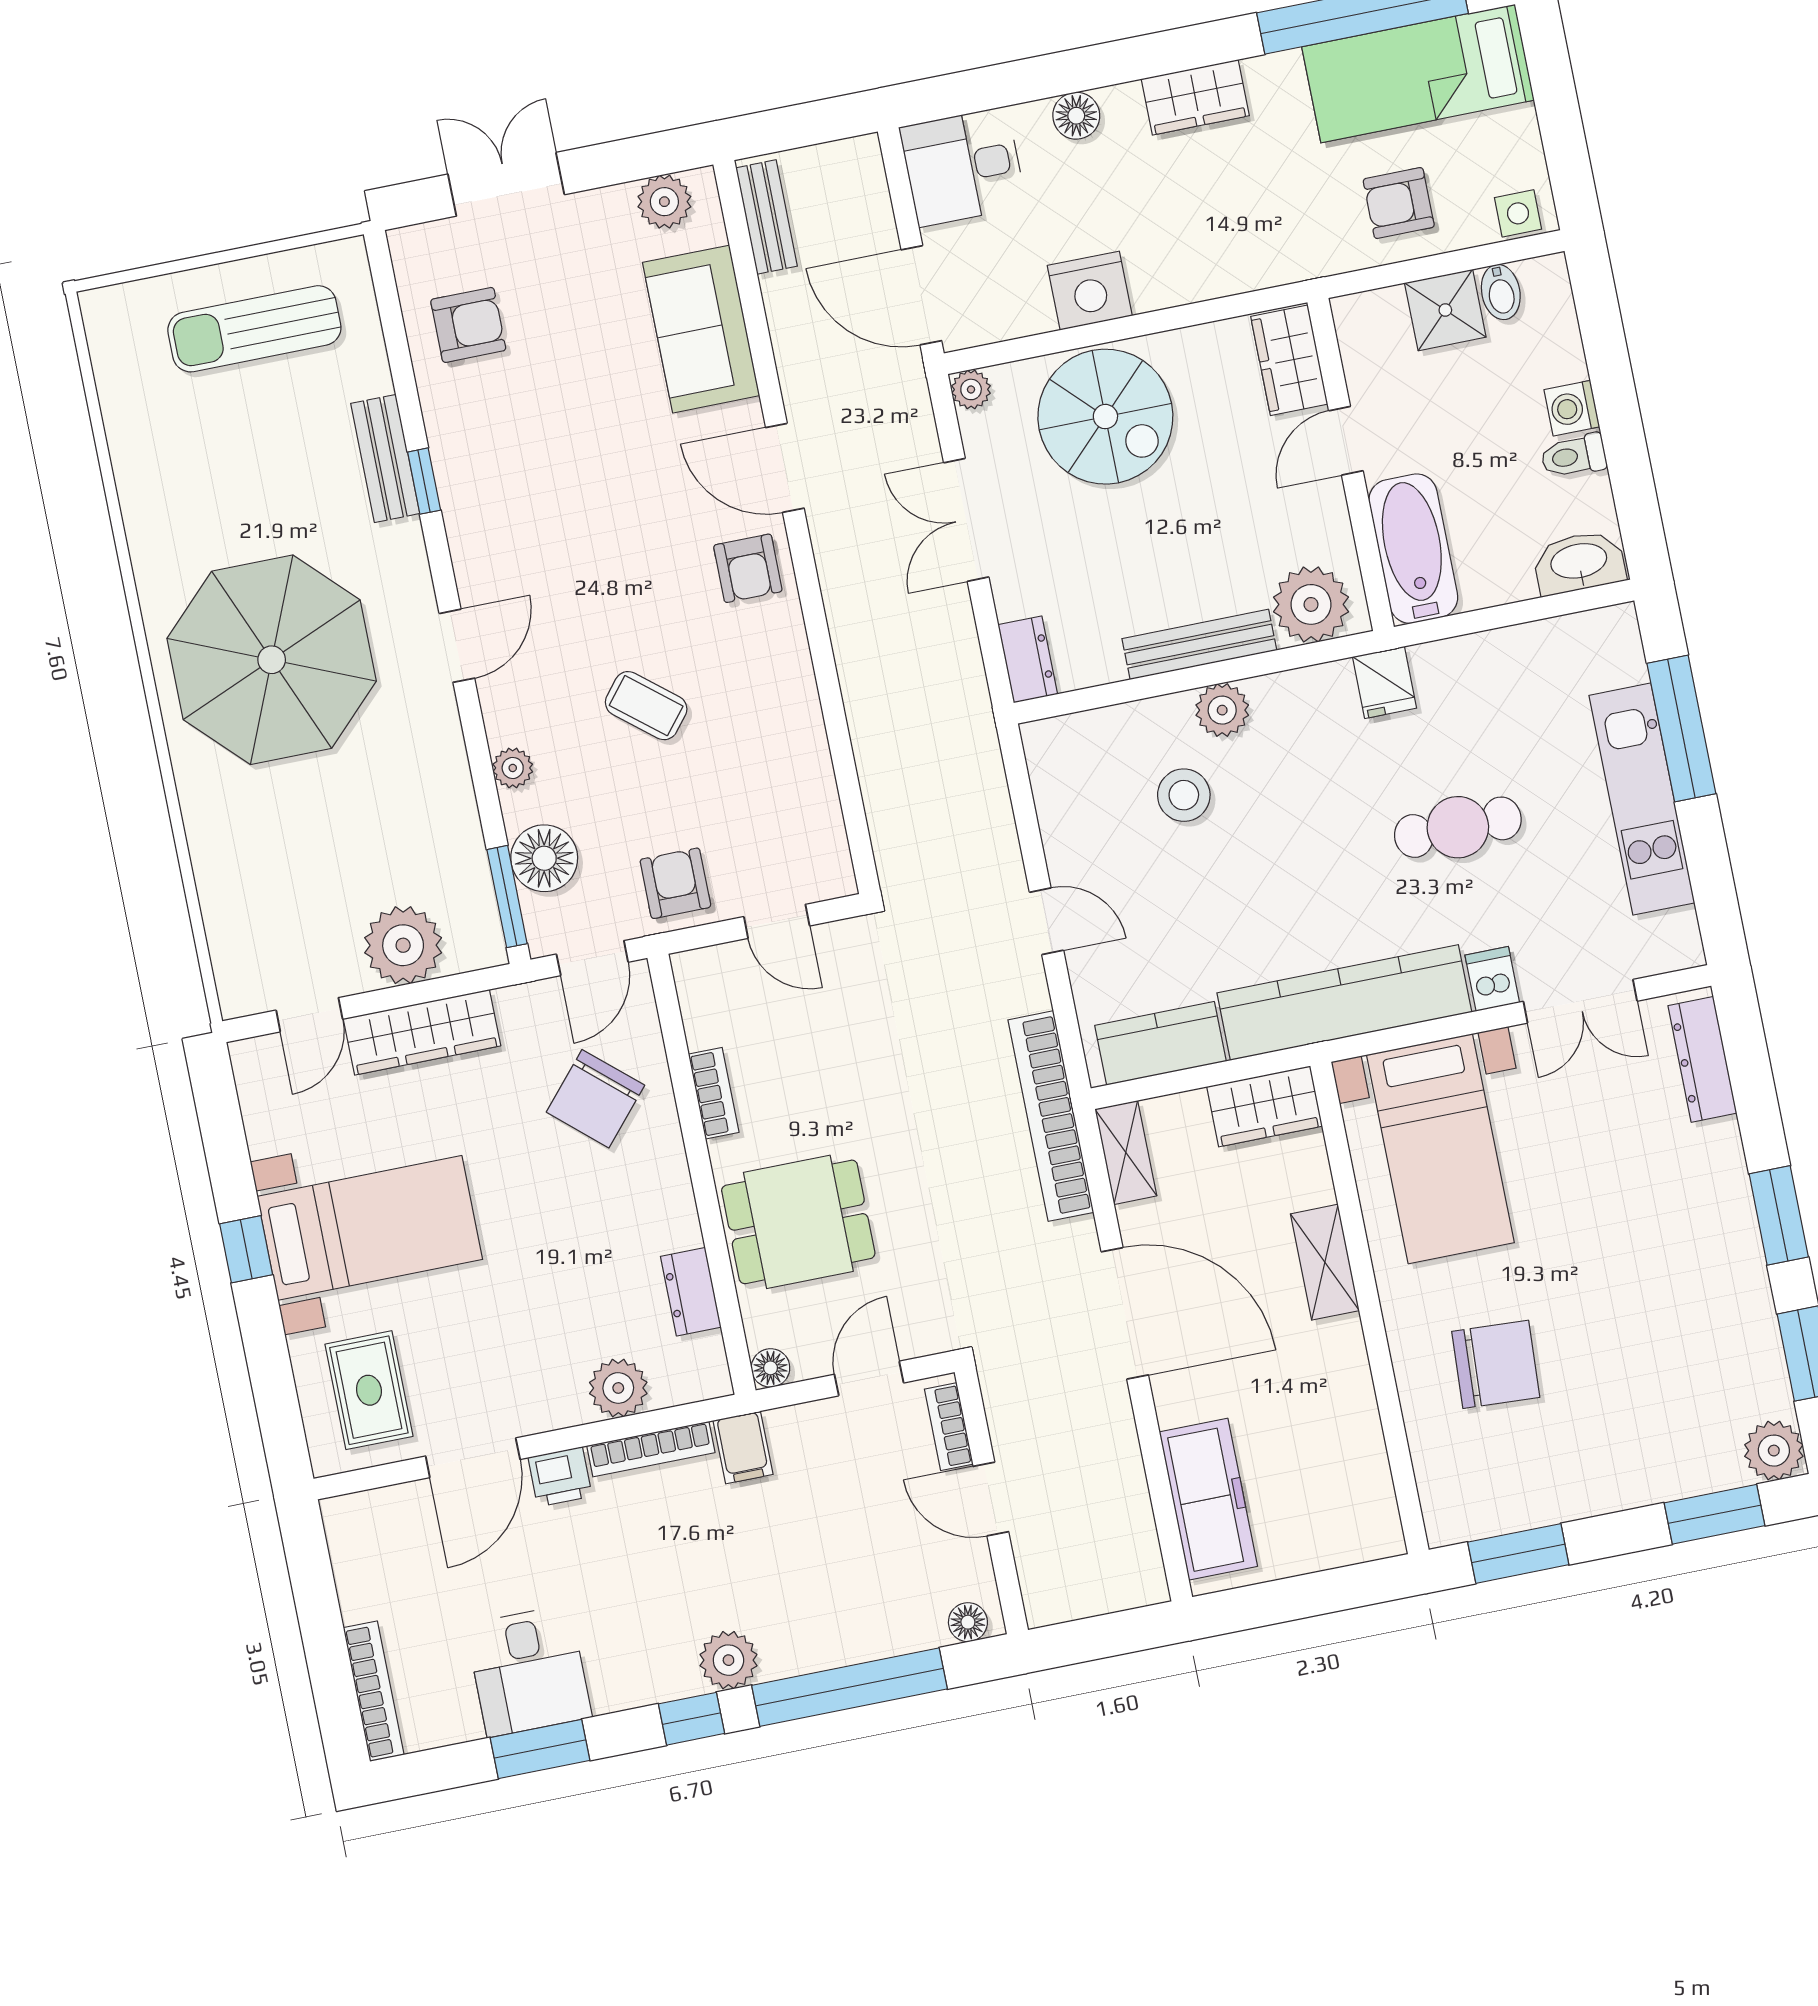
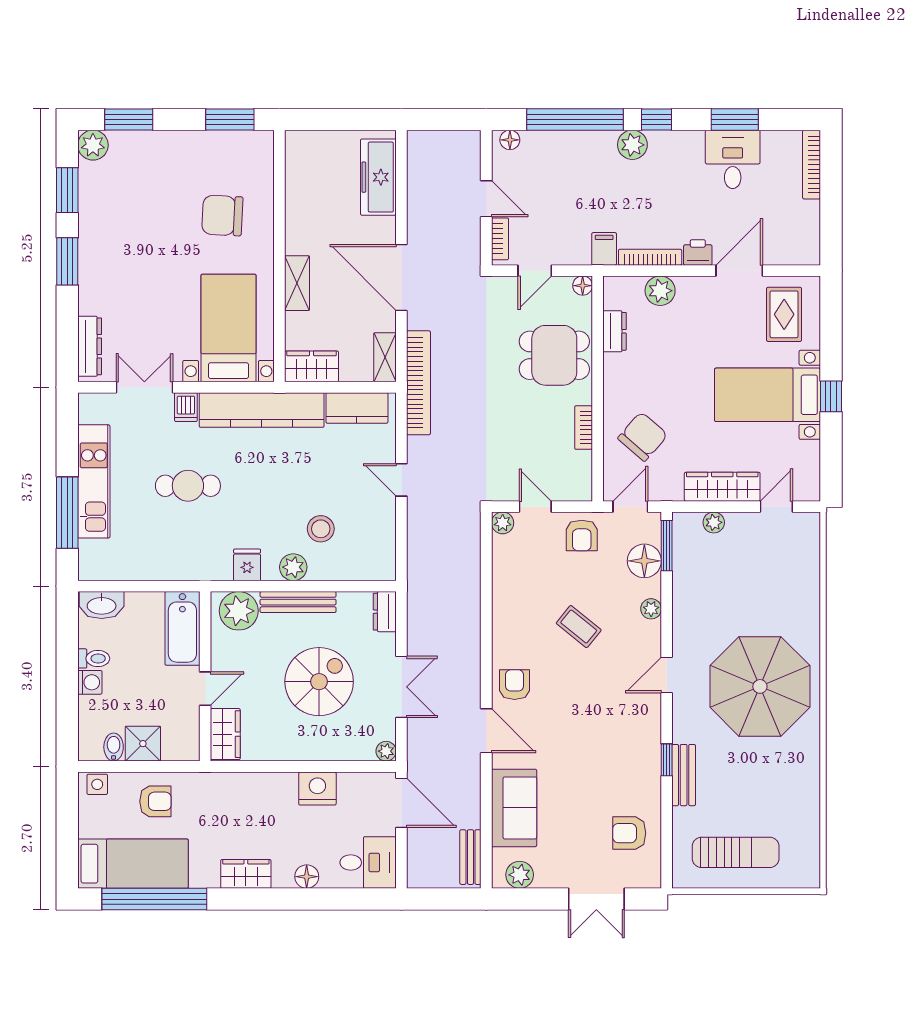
spiral stairs: (1105, 417) -> (319, 682), moved, turned 90
fridge: (1385, 682) -> (247, 565), moved
plant: (834, 877) -> (503, 523), added
plant: (403, 945) -> (714, 522), width x0.53, depth x0.53

